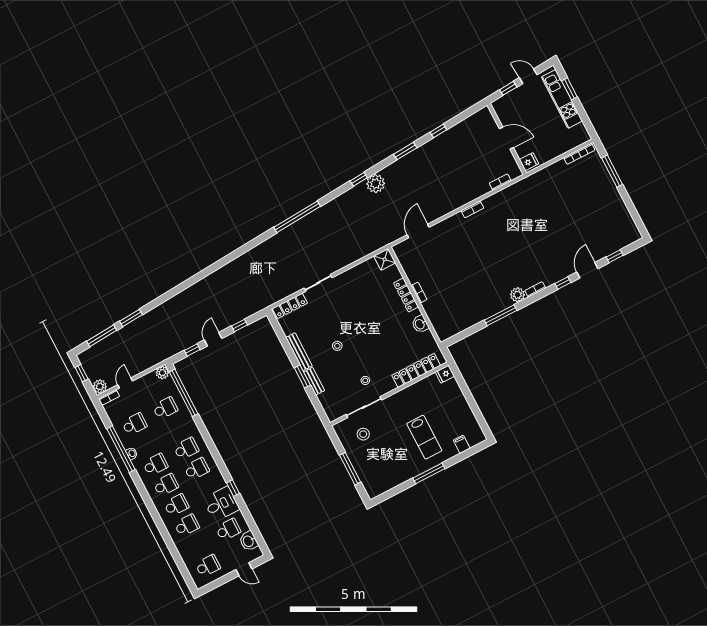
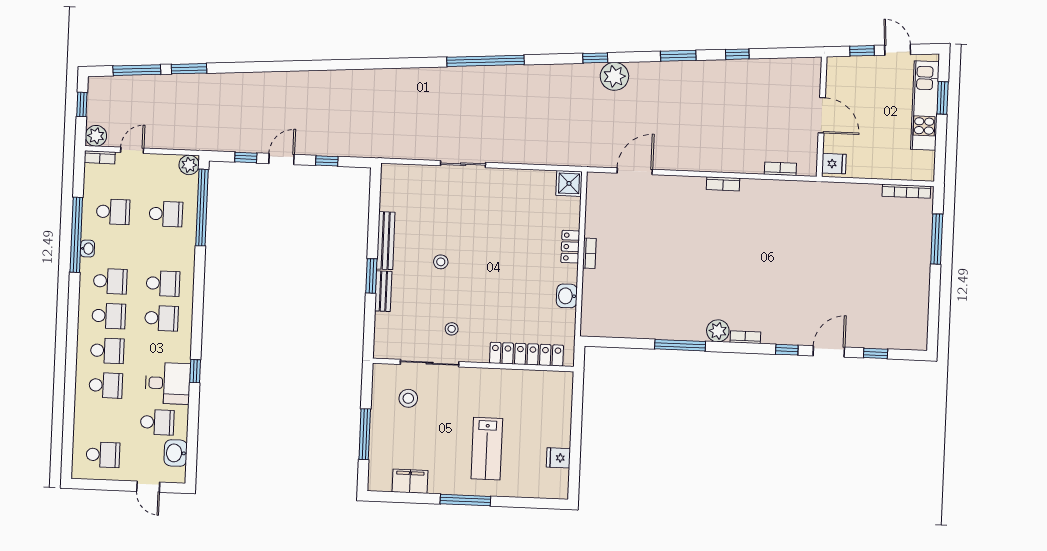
locker: (406, 295) -> (570, 247), width x0.66
locker: (290, 306) -> (408, 173), removed
fridge: (445, 374) -> (558, 458), moved
filing cabinet: (462, 444) -> (410, 481), moved, width x2.00

